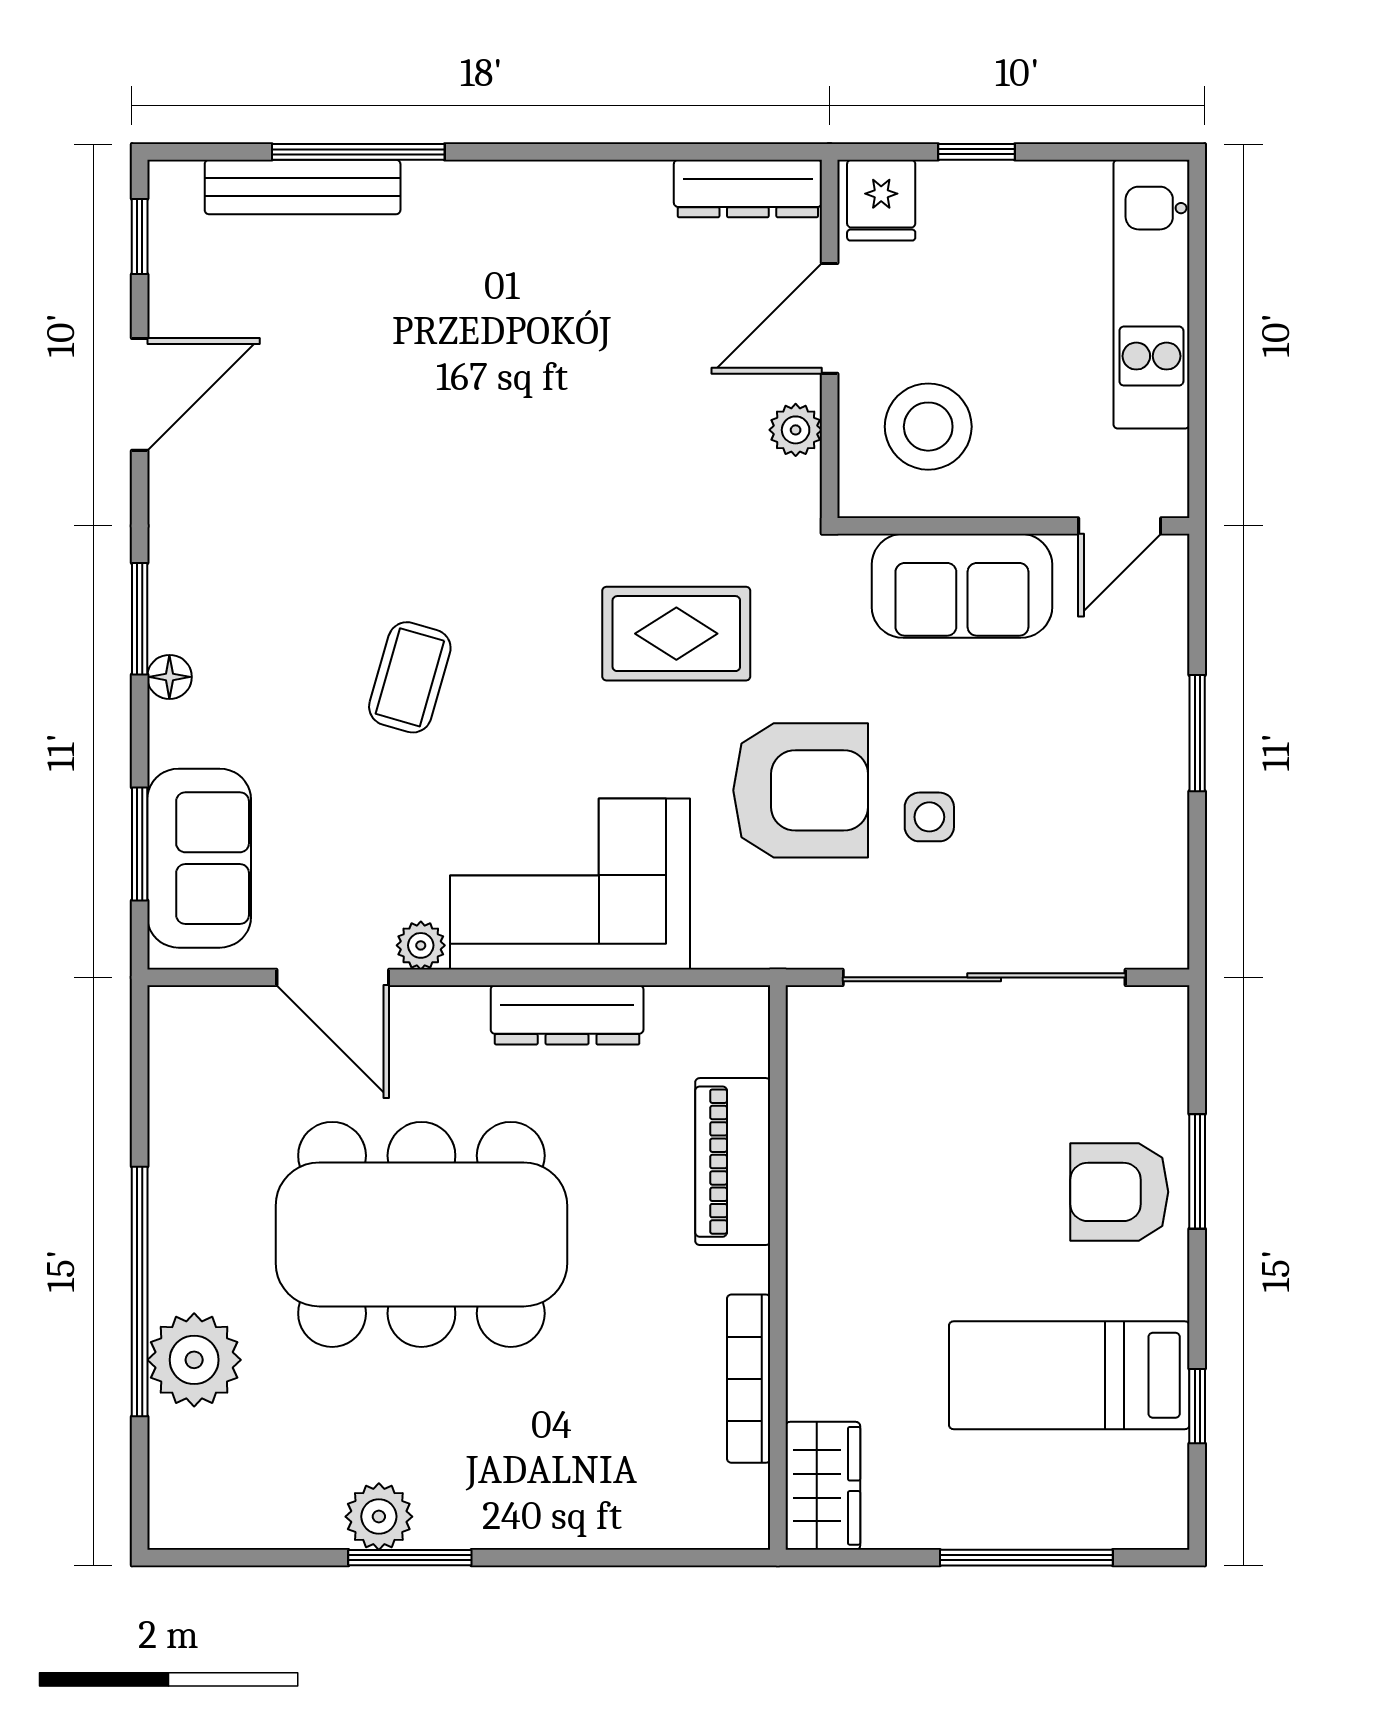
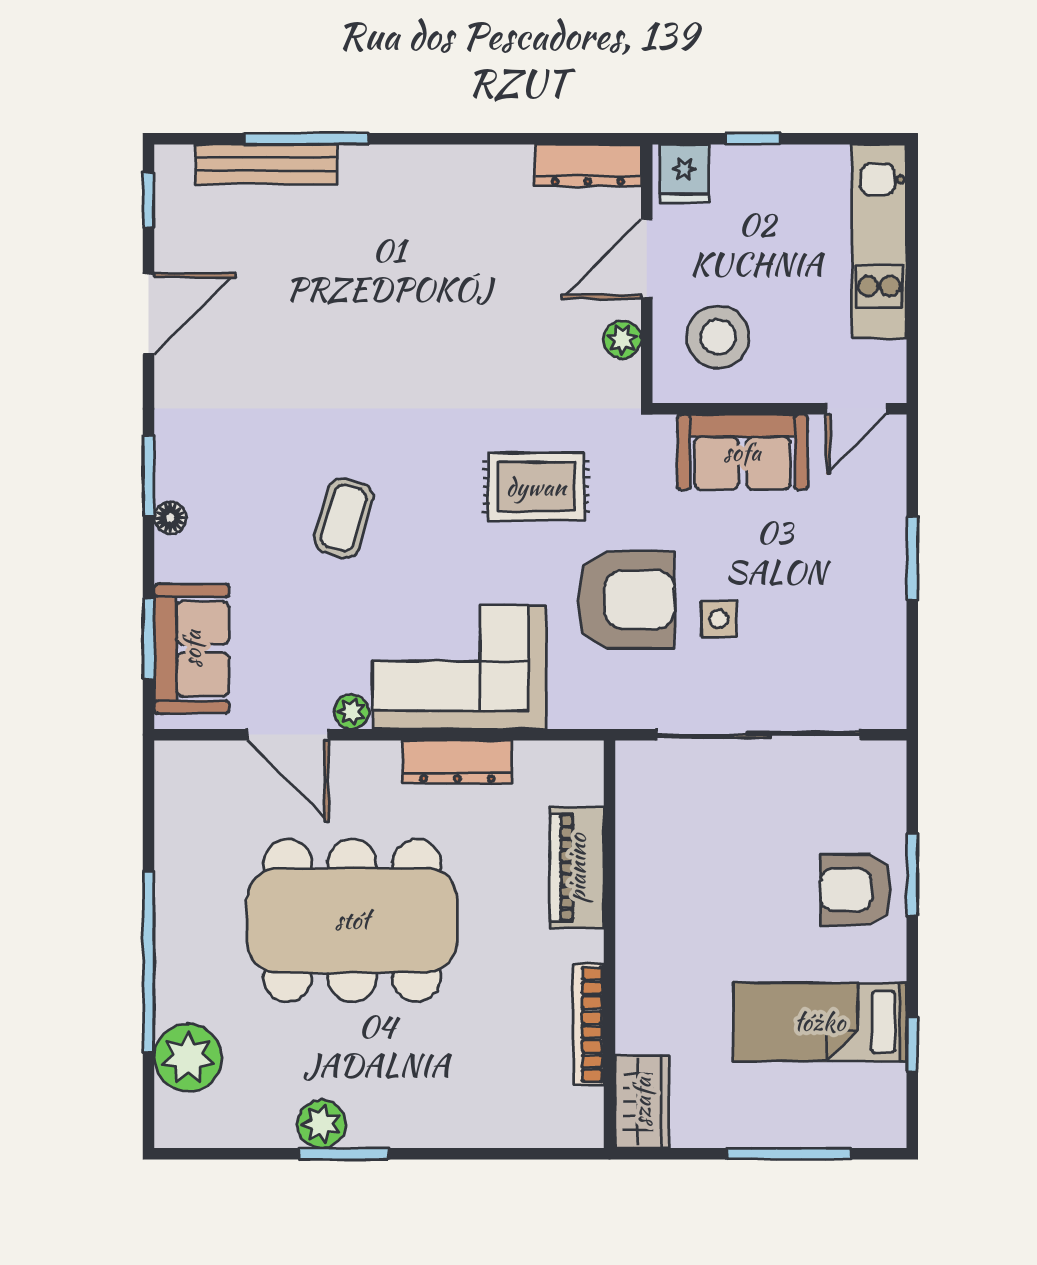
plant: (194, 1360) -> (188, 1058), moved

